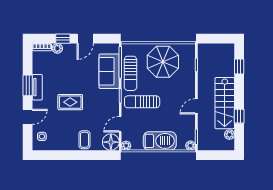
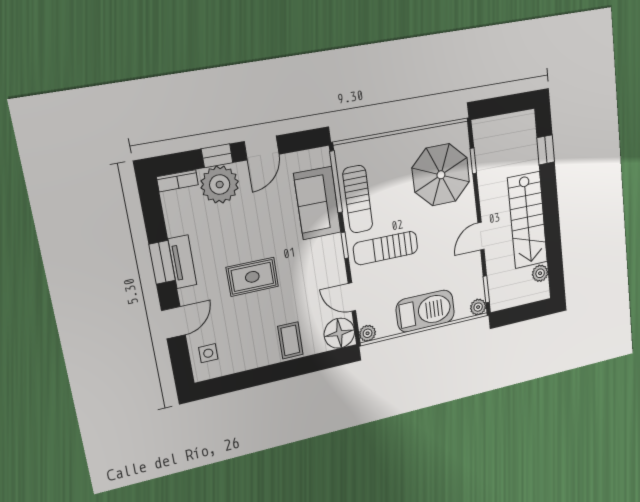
plant: (57, 48) -> (220, 185), width x1.87, depth x1.87
parasol: (163, 62) -> (441, 175), moved
window: (239, 116) -> (553, 238), removed
door: (120, 124) -> (352, 297), hinge flipped

